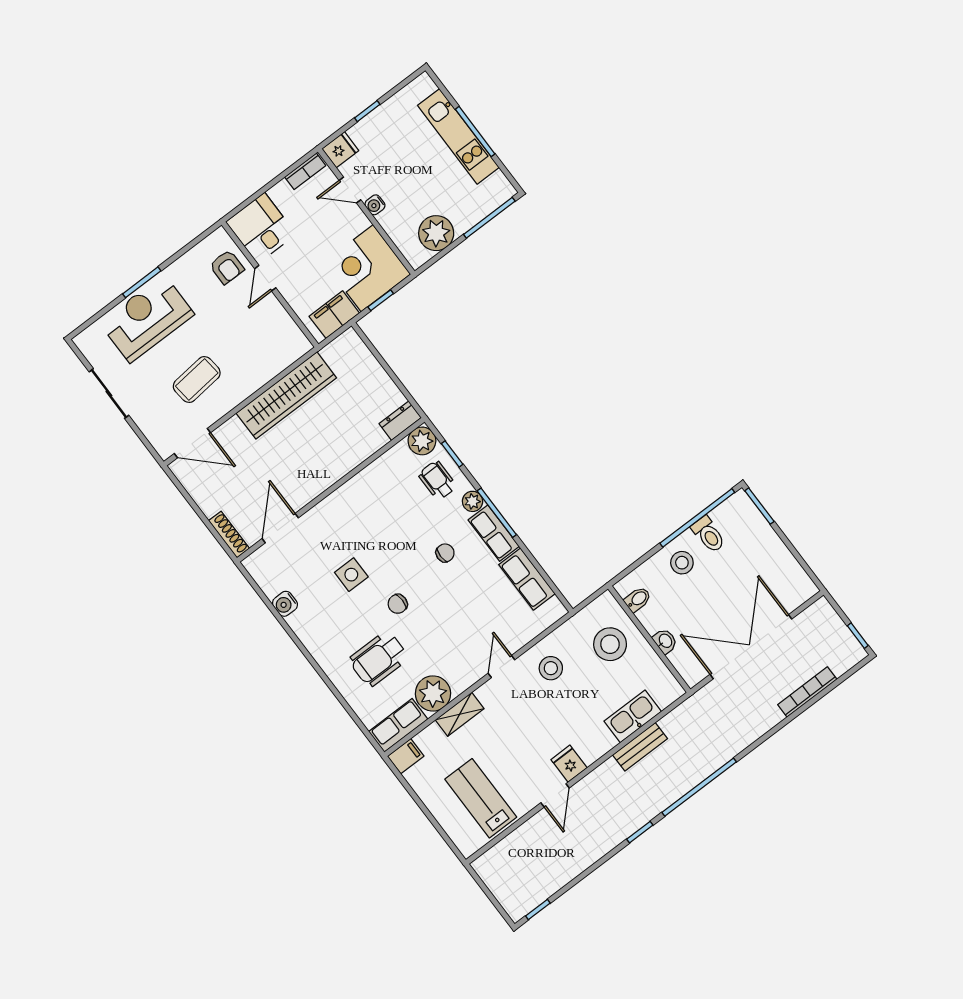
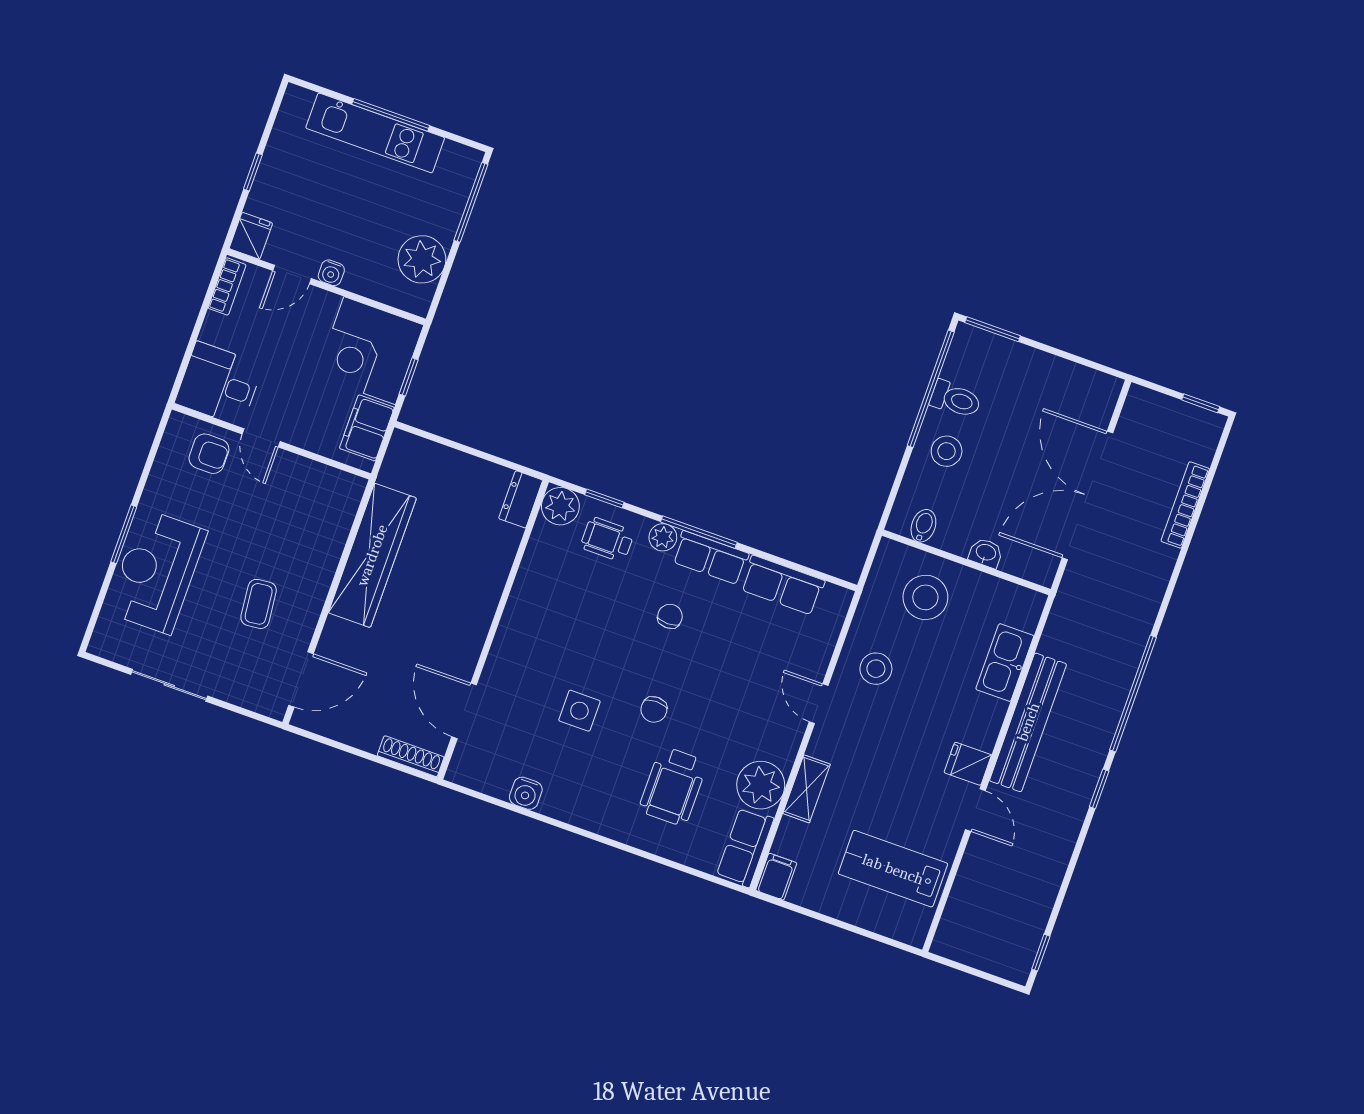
coffee table: (197, 379) -> (259, 604), width x0.73, depth x0.77
bench: (640, 747) -> (1028, 722), width x1.86, depth x1.21

